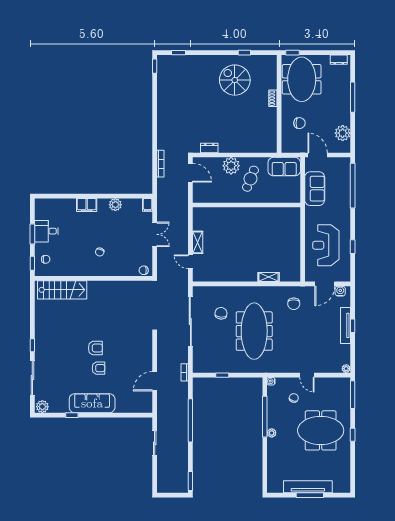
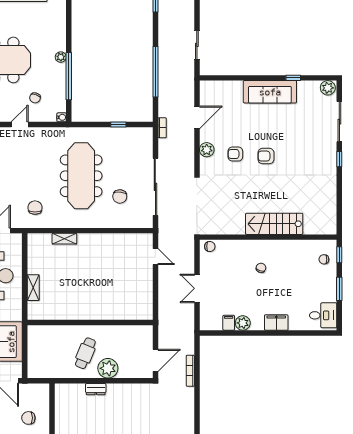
dresser: (209, 148) -> (96, 389), moved
sofa: (284, 167) -> (46, 367), removed
door: (190, 173) -> (155, 360), swing flipped
filing cabinet: (148, 205) -> (229, 323), moved
desk: (46, 231) -> (323, 315), moved
shelving: (198, 242) -> (33, 288), moved
stairs: (62, 290) -> (274, 224), moved
plant: (146, 353) -> (207, 150), added
armchair: (98, 368) -> (235, 154), moved
door: (307, 375) -> (20, 124), hinge flipped

